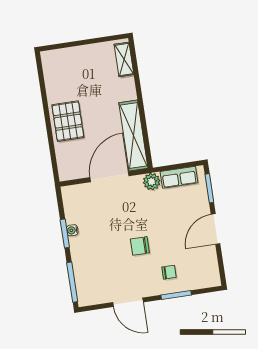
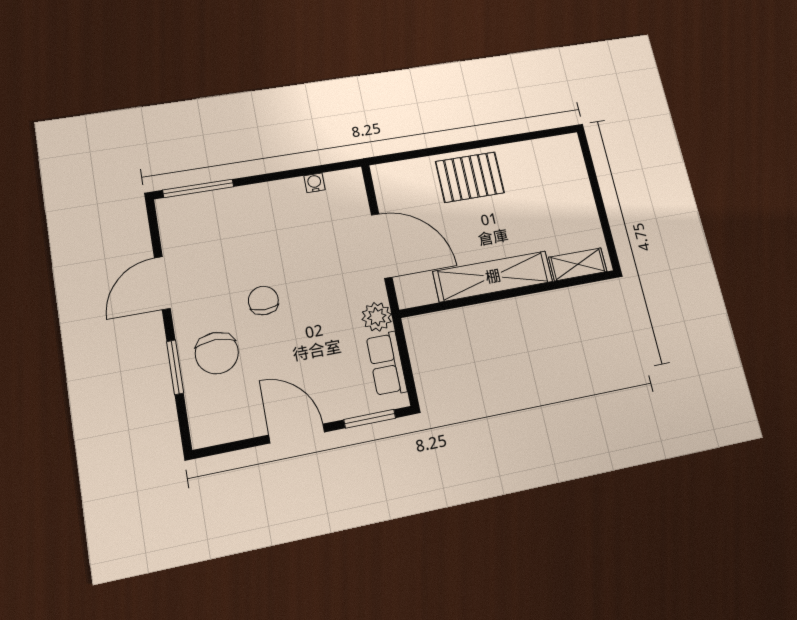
shelving: (133, 136) -> (493, 276), moved
water cooler: (72, 230) -> (314, 183), moved
window: (65, 234) -> (282, 175), removed
chair: (169, 272) -> (217, 353), width x1.87, depth x1.87

